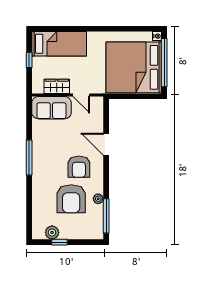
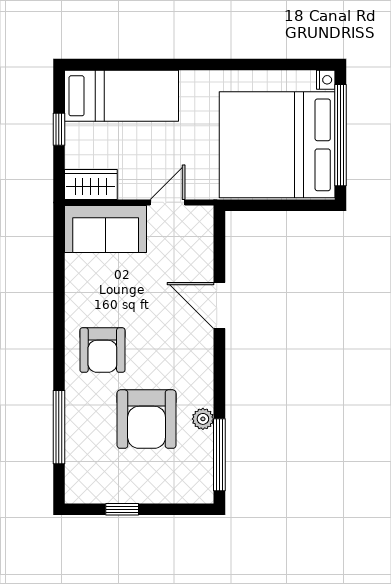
wardrobe: (57, 86) -> (91, 184), moved
door: (81, 95) -> (168, 202), swing flipped
window: (29, 158) -> (59, 427), moved
armchair: (79, 167) -> (102, 350), moved
plant: (52, 232) -> (107, 489), removed

